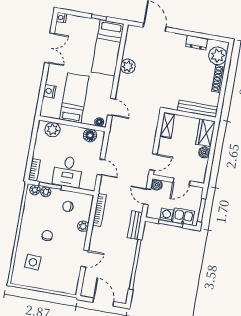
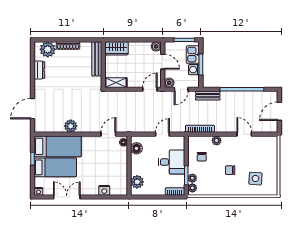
bed: (74, 98) -> (55, 167), moved, turned 180
boiler: (204, 152) -> (156, 46), moved
door: (153, 162) -> (150, 89), hinge flipped

